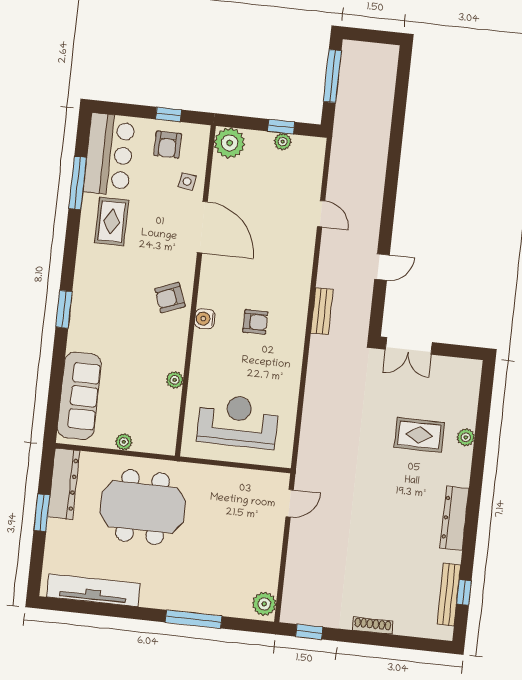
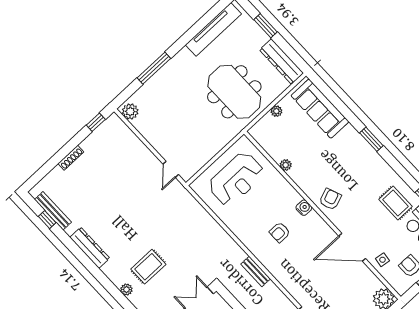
meeting table: (143, 507) -> (234, 92), turned 90
window: (42, 513) -> (266, 26), moved

